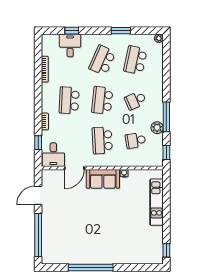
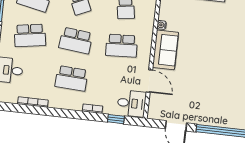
school desk: (102, 60) -> (30, 35), turned -33

